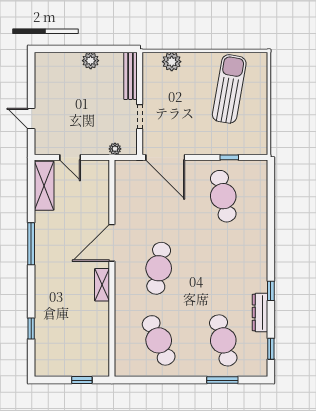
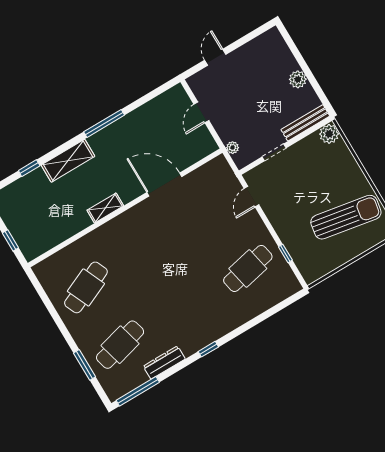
plant: (172, 62) -> (329, 134), moved
door: (165, 157) -> (252, 197), width x0.53
shelving: (44, 186) -> (68, 161), moved
door: (112, 243) -> (164, 185), moved
cafe table: (159, 268) -> (150, 249), removed
window: (271, 291) -> (208, 349), moved
window: (271, 349) -> (138, 391), width x2.17

